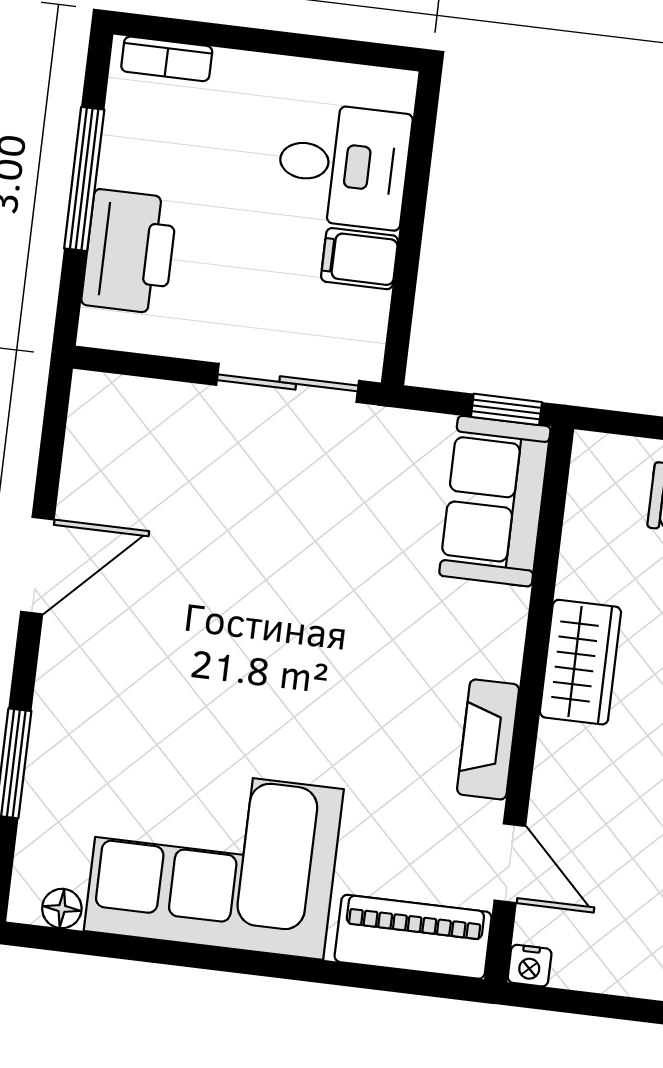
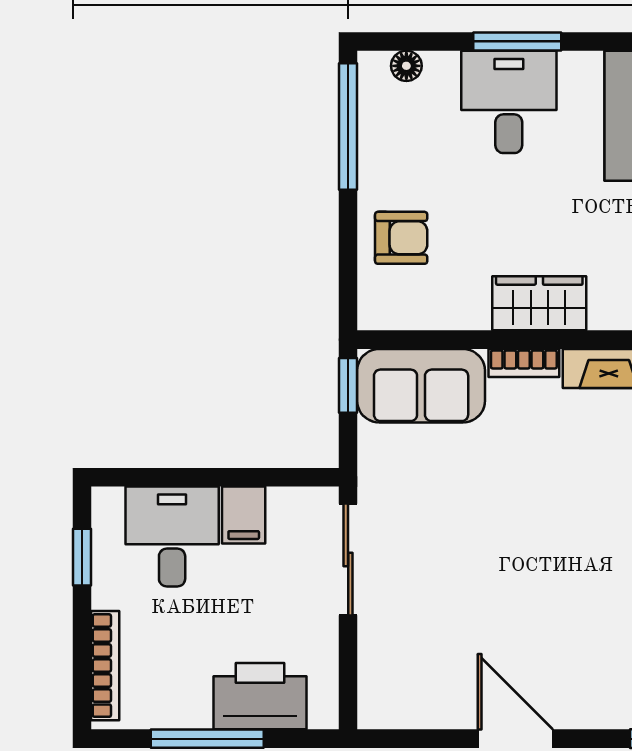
window: (331, 49) -> (82, 557), added
bookcase: (167, 59) -> (105, 666), width x1.56
bookcase: (508, 634) -> (524, 363), added

